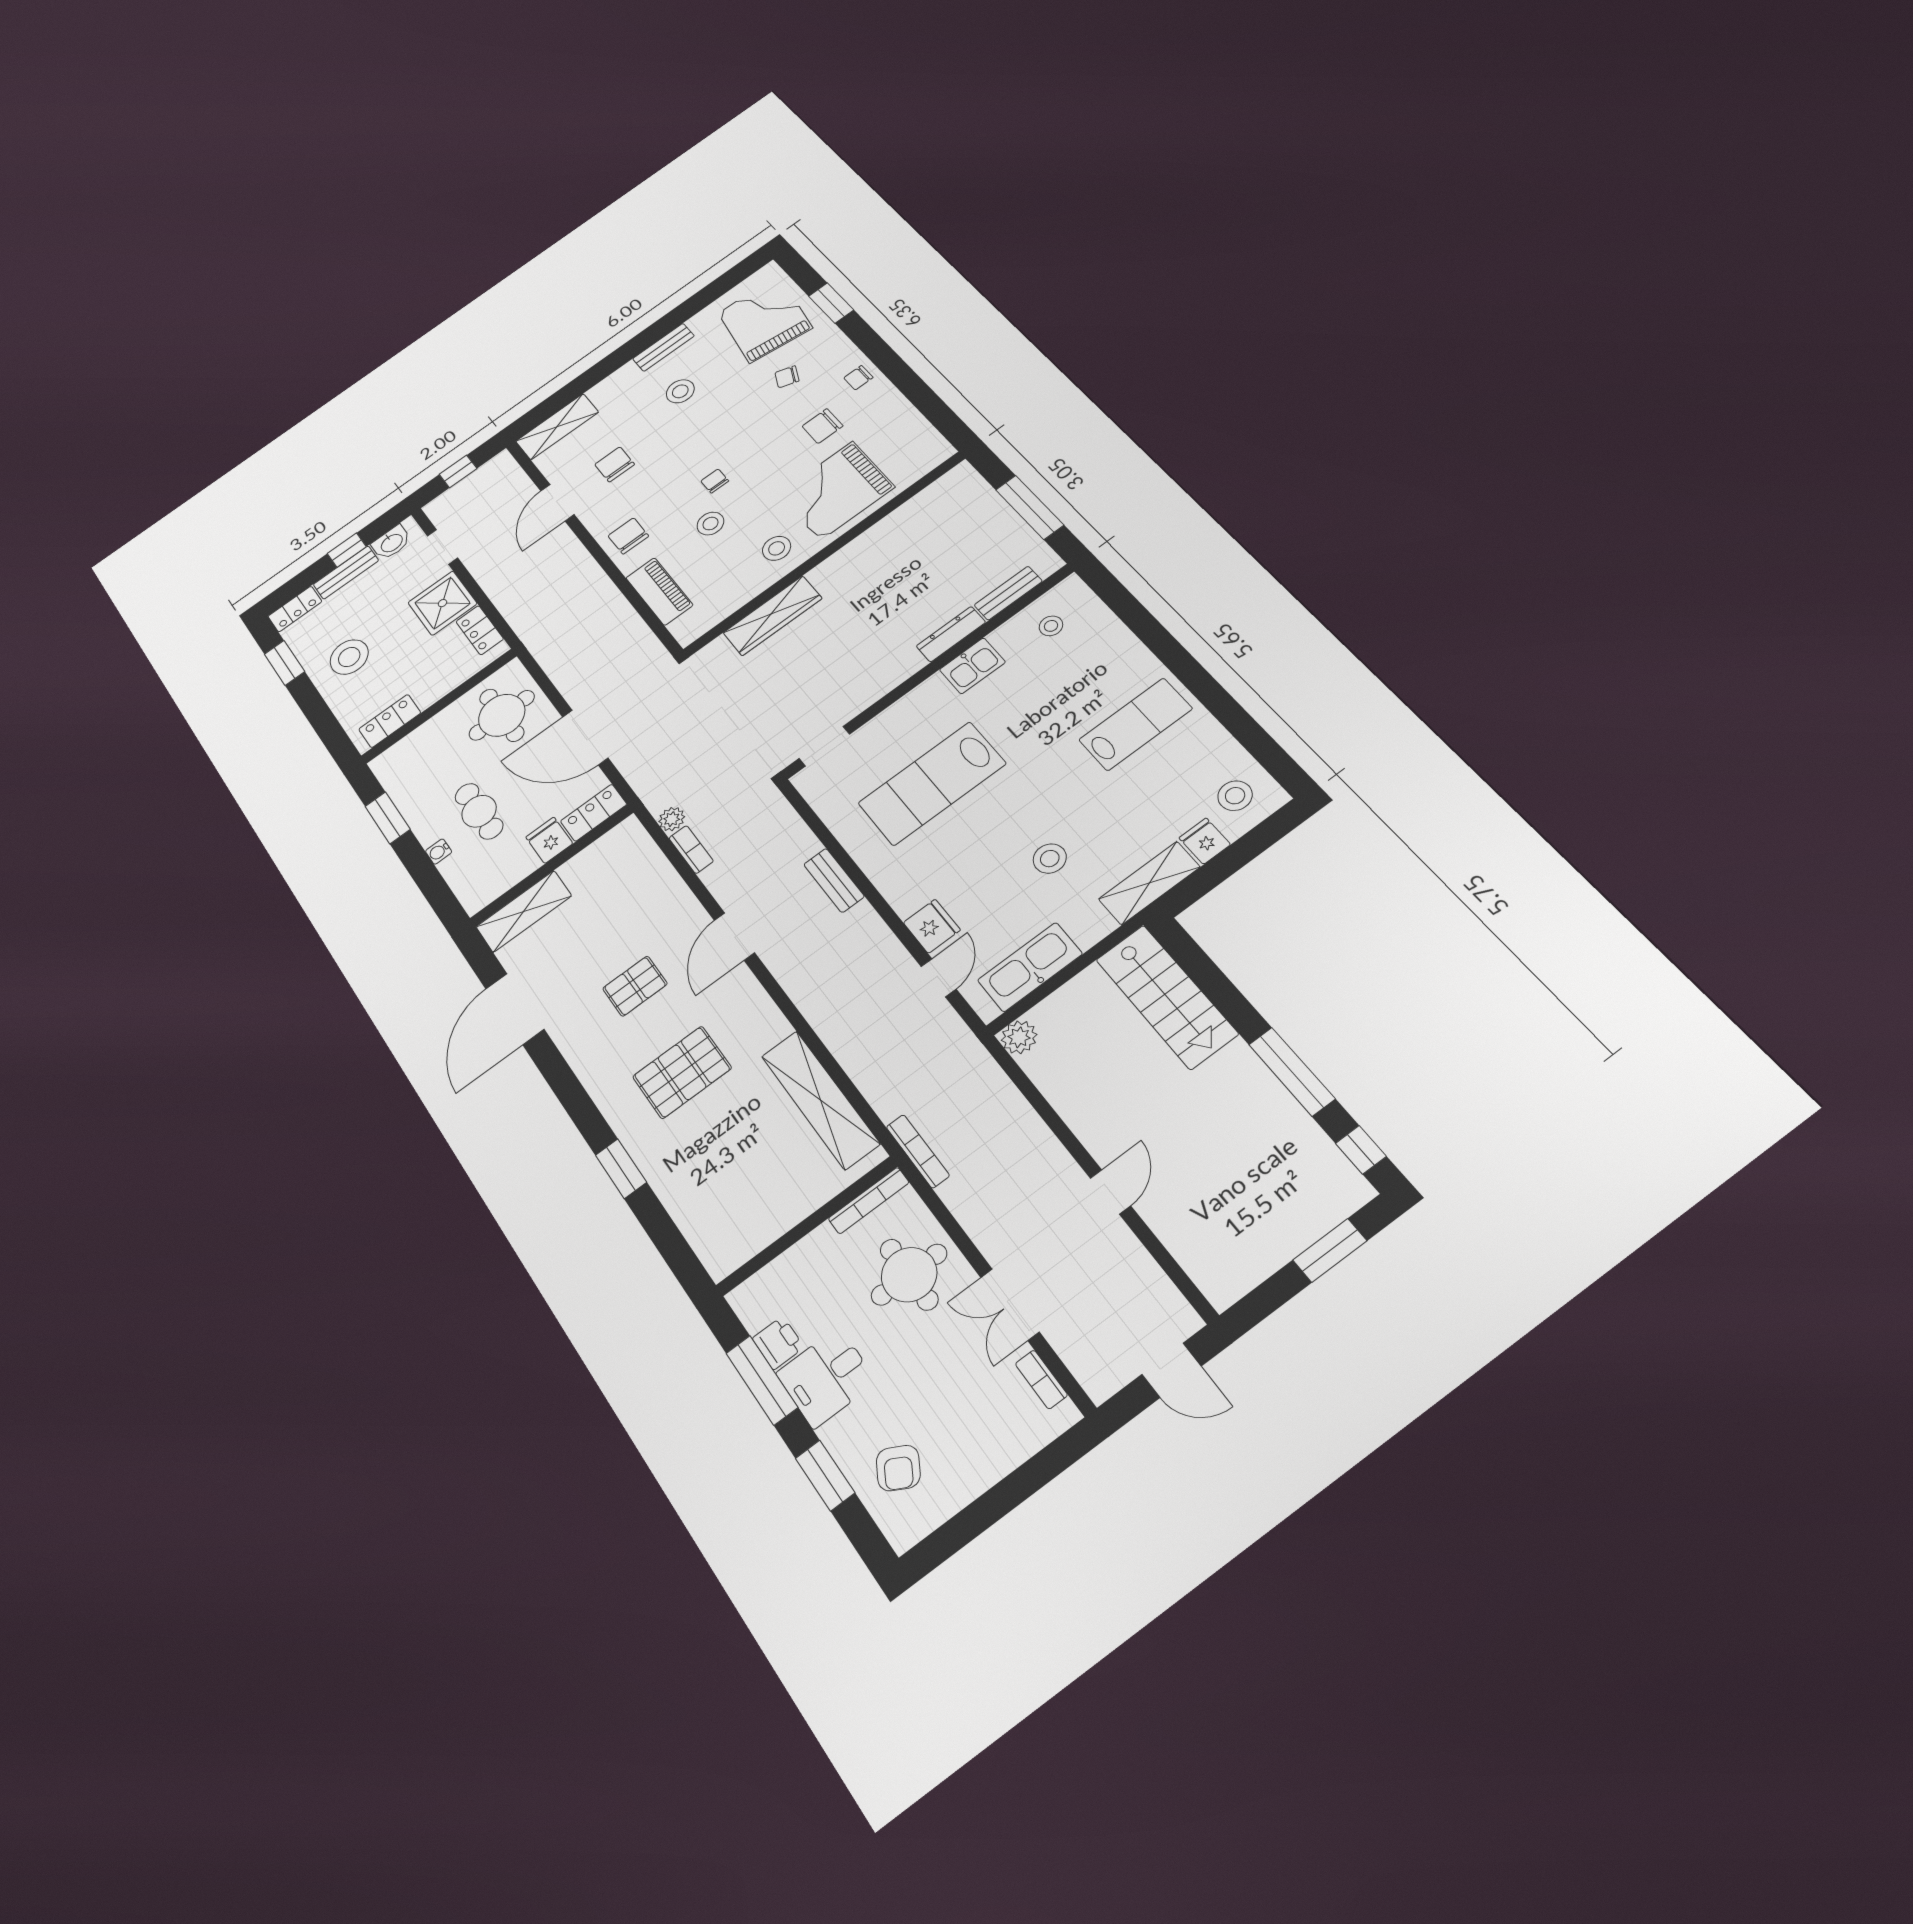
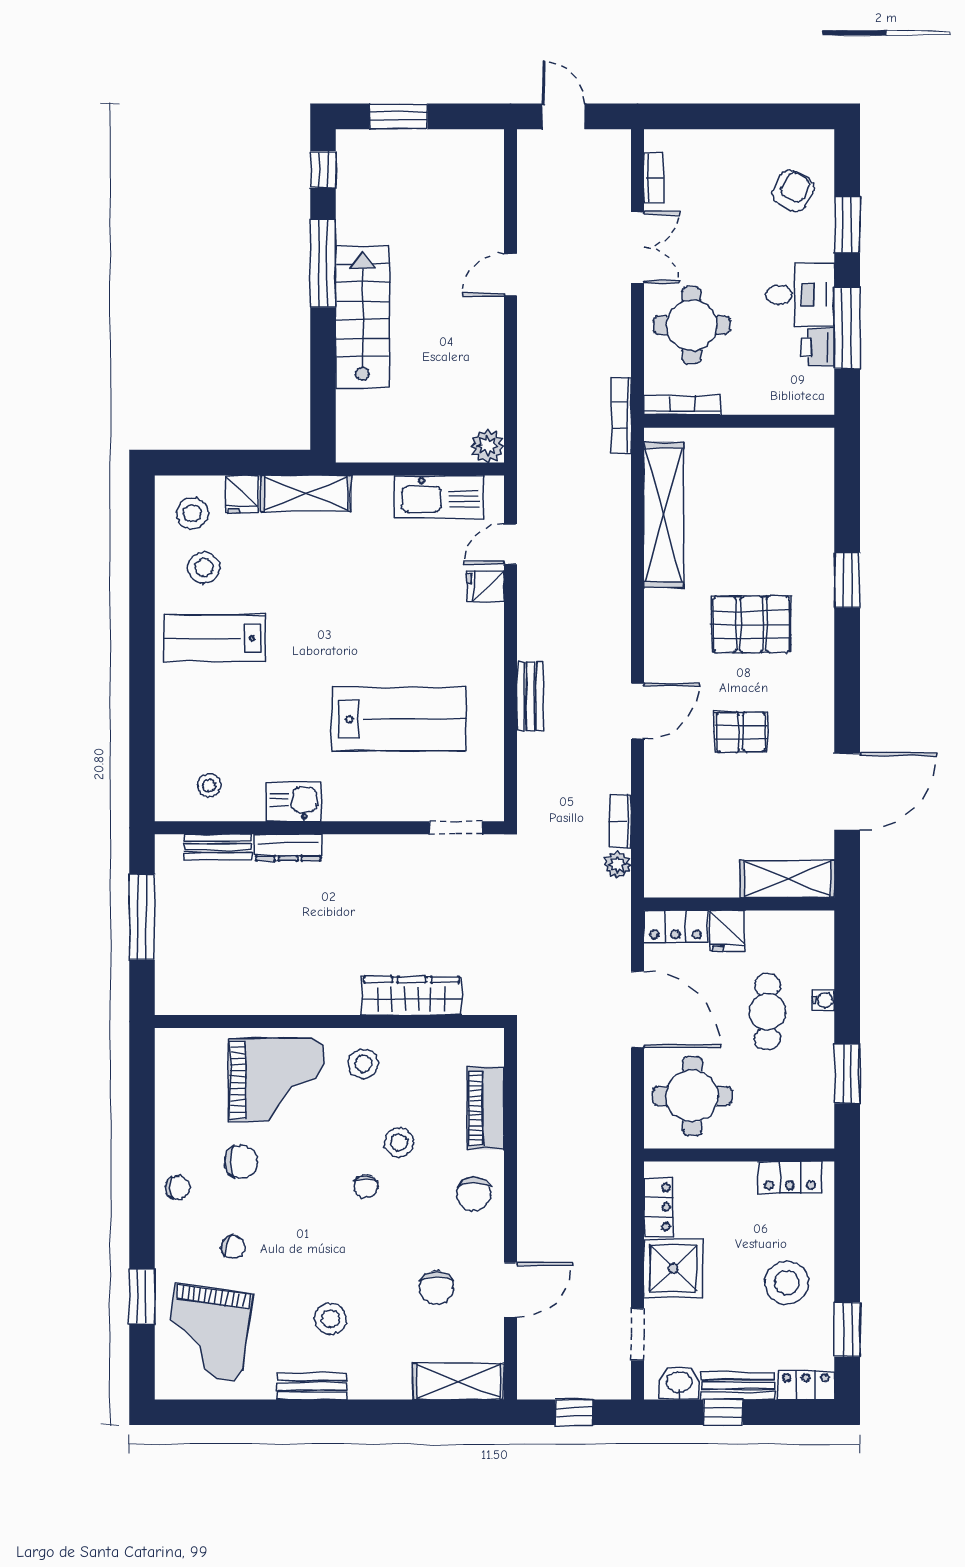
stool: (1050, 859) -> (204, 568), moved
fridge: (932, 926) -> (485, 586), width x0.72
stairs: (1167, 997) -> (363, 317), moved

